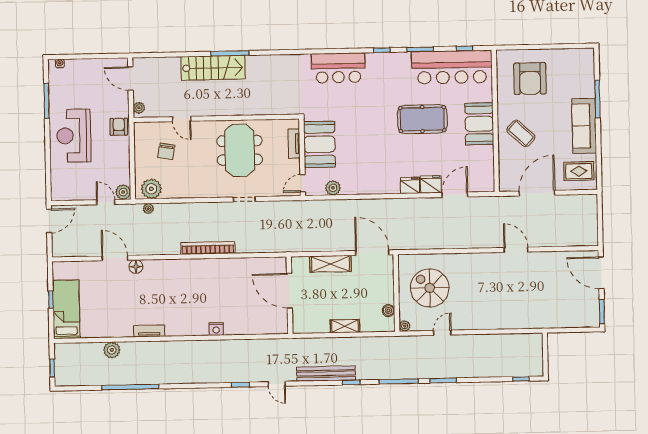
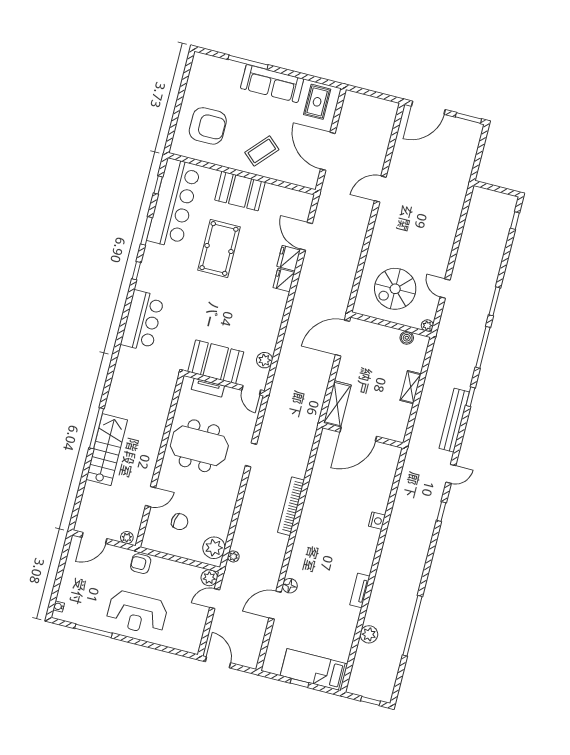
shelving: (330, 264) -> (337, 404), moved

